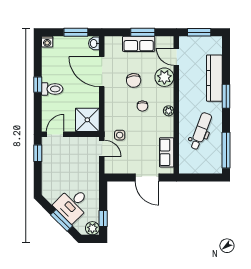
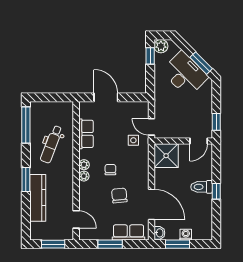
washing machine: (47, 42) -> (186, 235), moved
row of seats: (139, 44) -> (128, 232), moved
plant: (164, 77) -> (84, 176), moved, width x0.53, depth x0.53
row of seats: (167, 152) -> (86, 134), moved
desk: (72, 204) -> (185, 74), width x1.37
window: (62, 220) -> (201, 63), moved

